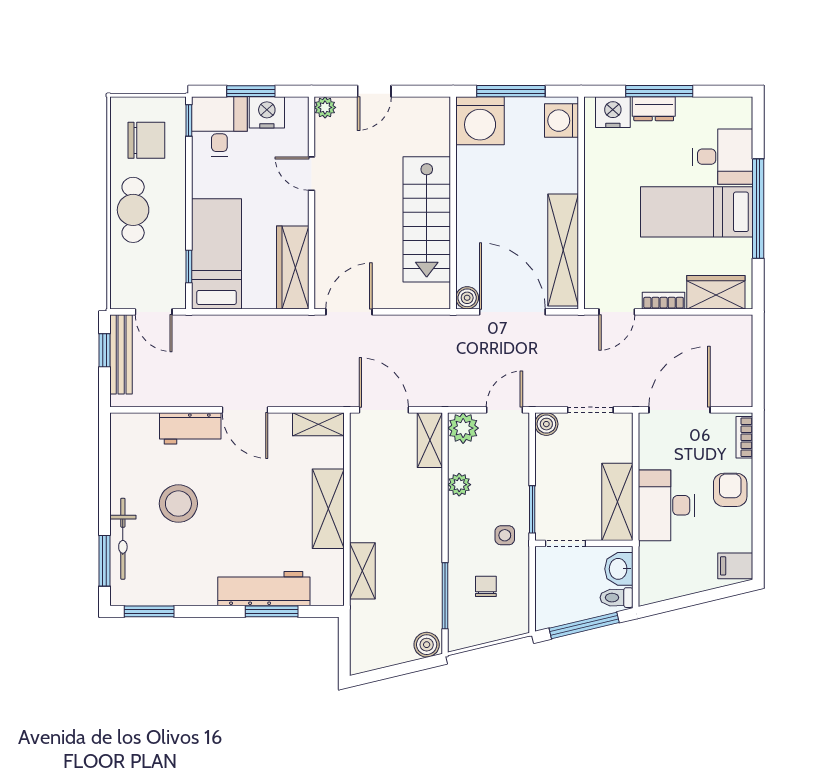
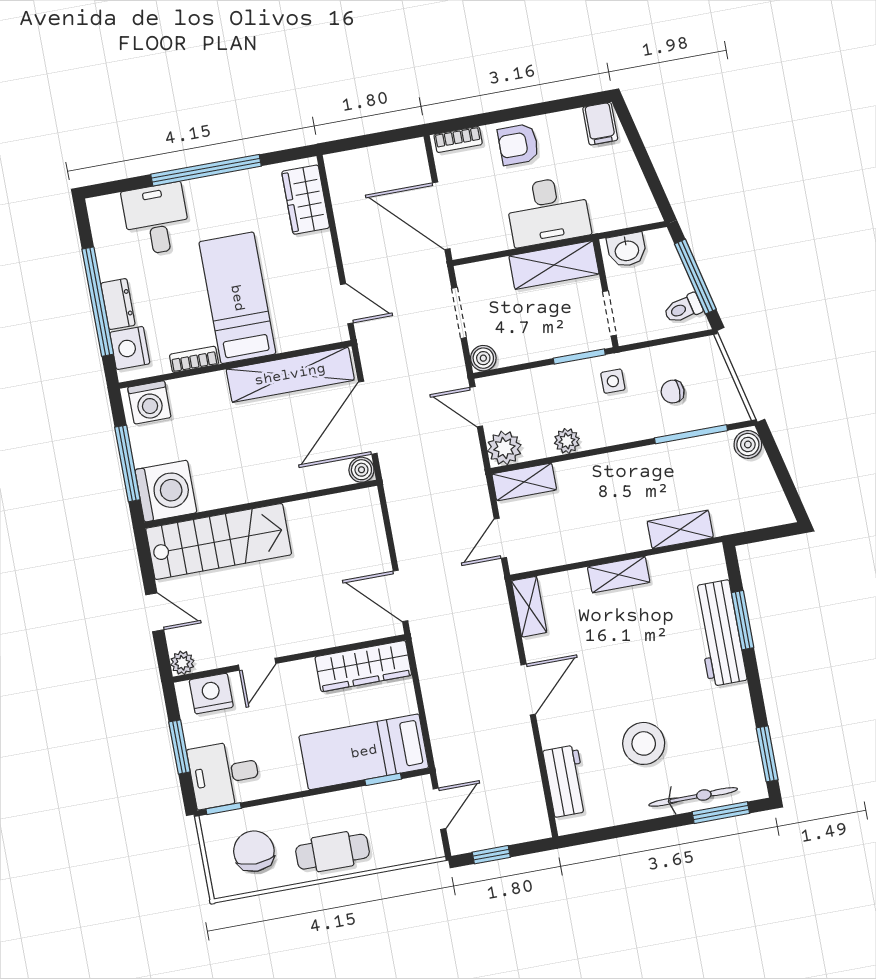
window: (659, 91) -> (98, 302), width x1.46
nightstand: (267, 112) -> (211, 694), moved, turned 90
bed: (697, 212) -> (237, 298), moved, turned 180
stairs: (427, 219) -> (219, 541), moved
bookcase: (664, 301) -> (194, 359), moved, turned 90
bench: (121, 354) -> (492, 836), removed
door: (384, 410) -> (500, 538), width x0.73
workbench: (190, 428) -> (566, 781), moved
shelving: (328, 509) -> (619, 575), width x0.67, depth x0.75
toilet: (617, 598) -> (683, 309), moved, turned 77

